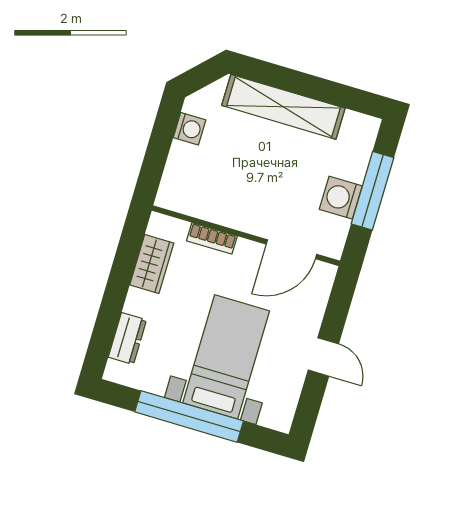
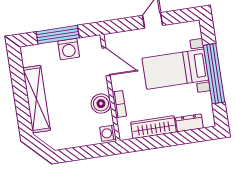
washing machine: (190, 129) -> (108, 133), moved, turned -90
boiler: (227, 209) -> (101, 104), added
wardrobe: (152, 264) -> (154, 127), width x1.50

